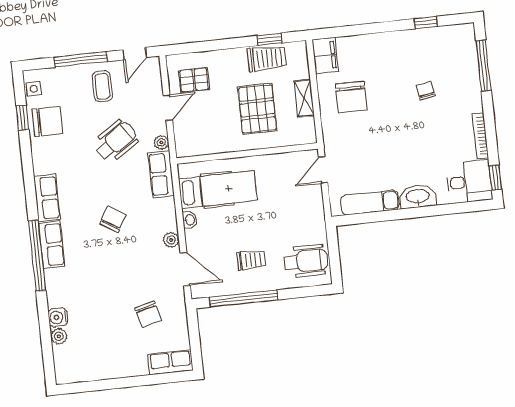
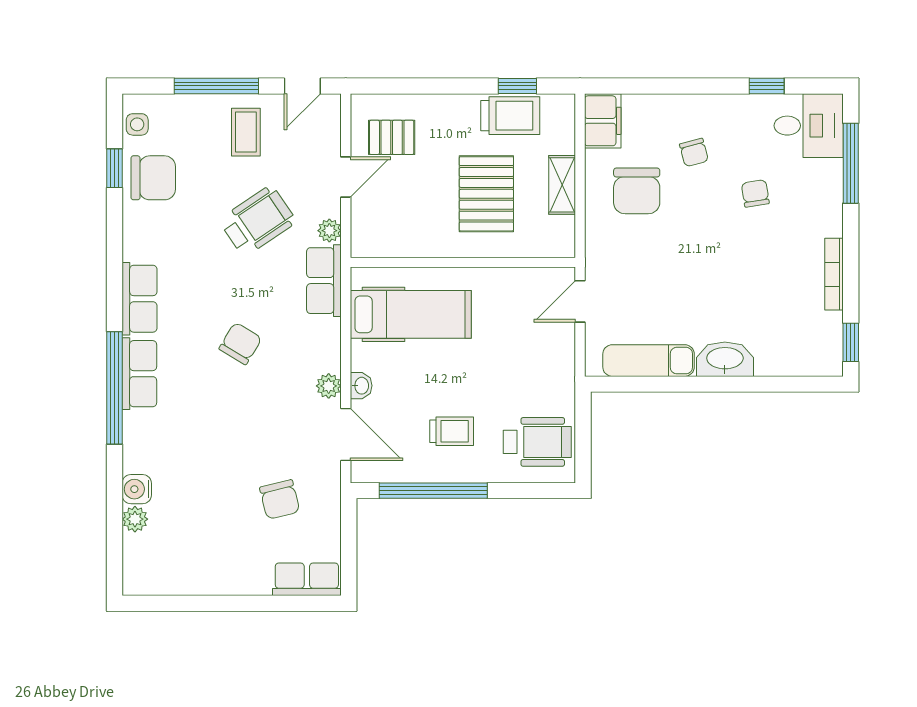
chair: (384, 69) -> (694, 152), added
desk: (469, 182) -> (809, 126), moved
washbasin: (190, 220) -> (361, 386), moved

